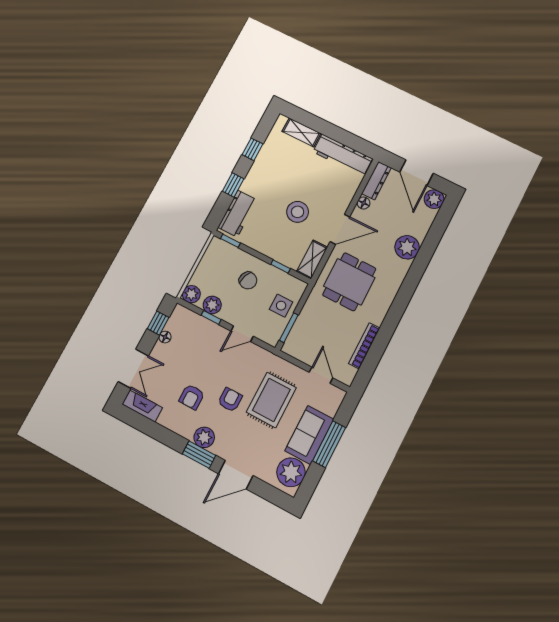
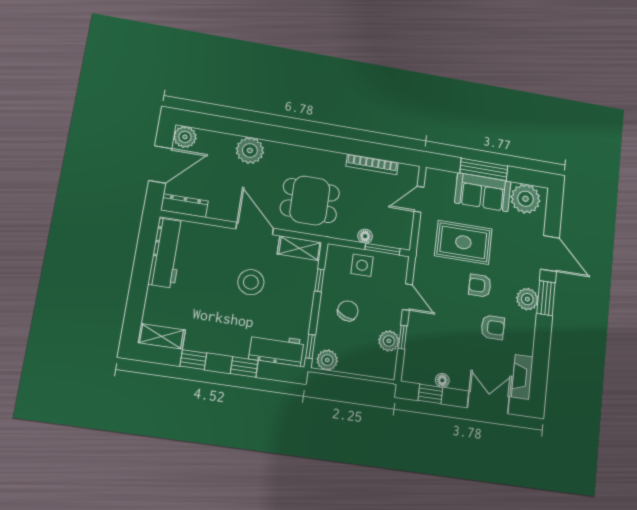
shelving: (301, 132) -> (162, 336), moved, turned 90
floor lamp: (364, 203) -> (365, 236), moved
plant: (191, 294) -> (327, 360), moved

